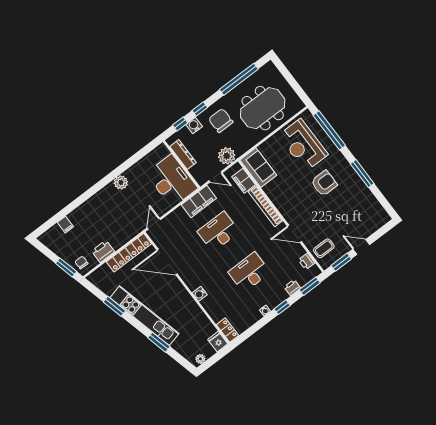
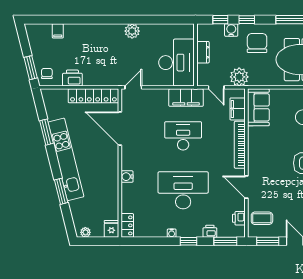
dresser: (183, 155) -> (203, 52), width x0.70
desk: (249, 272) -> (183, 190), width x1.36, depth x1.30

